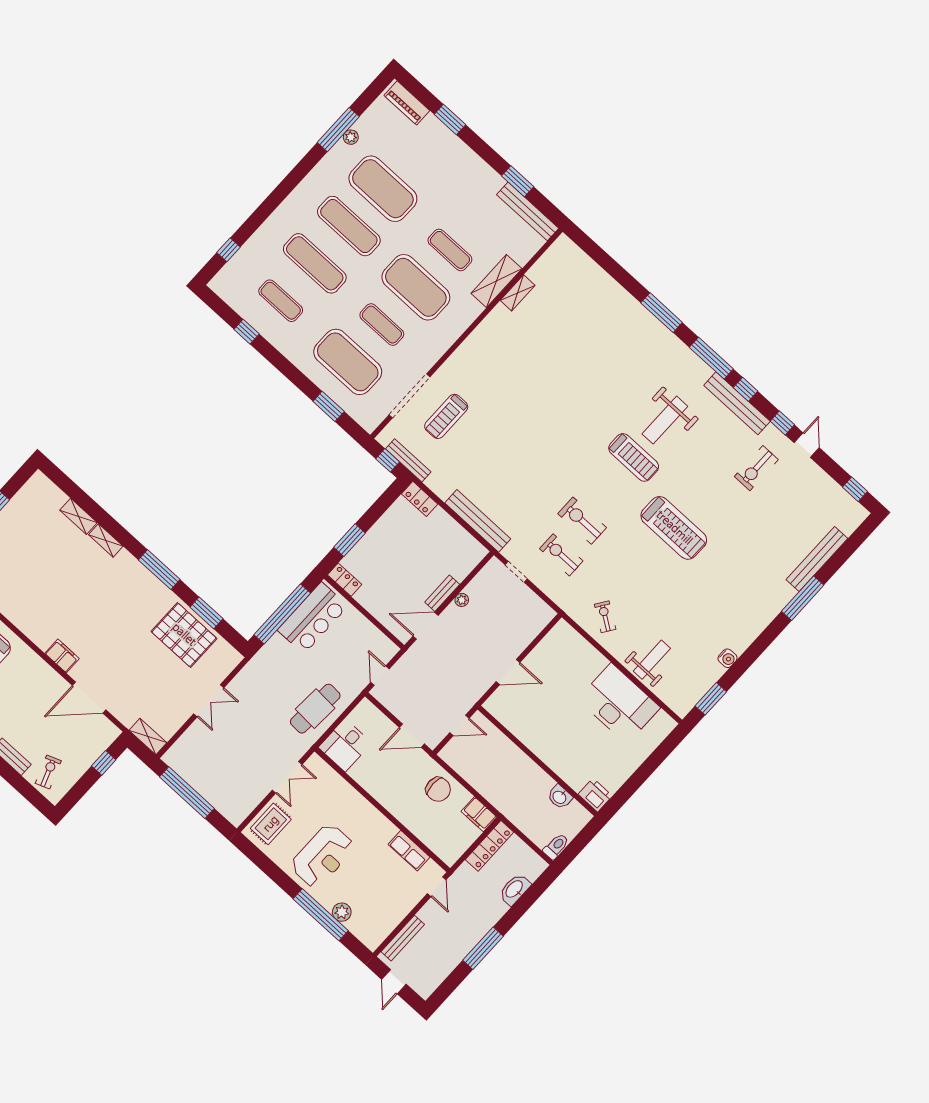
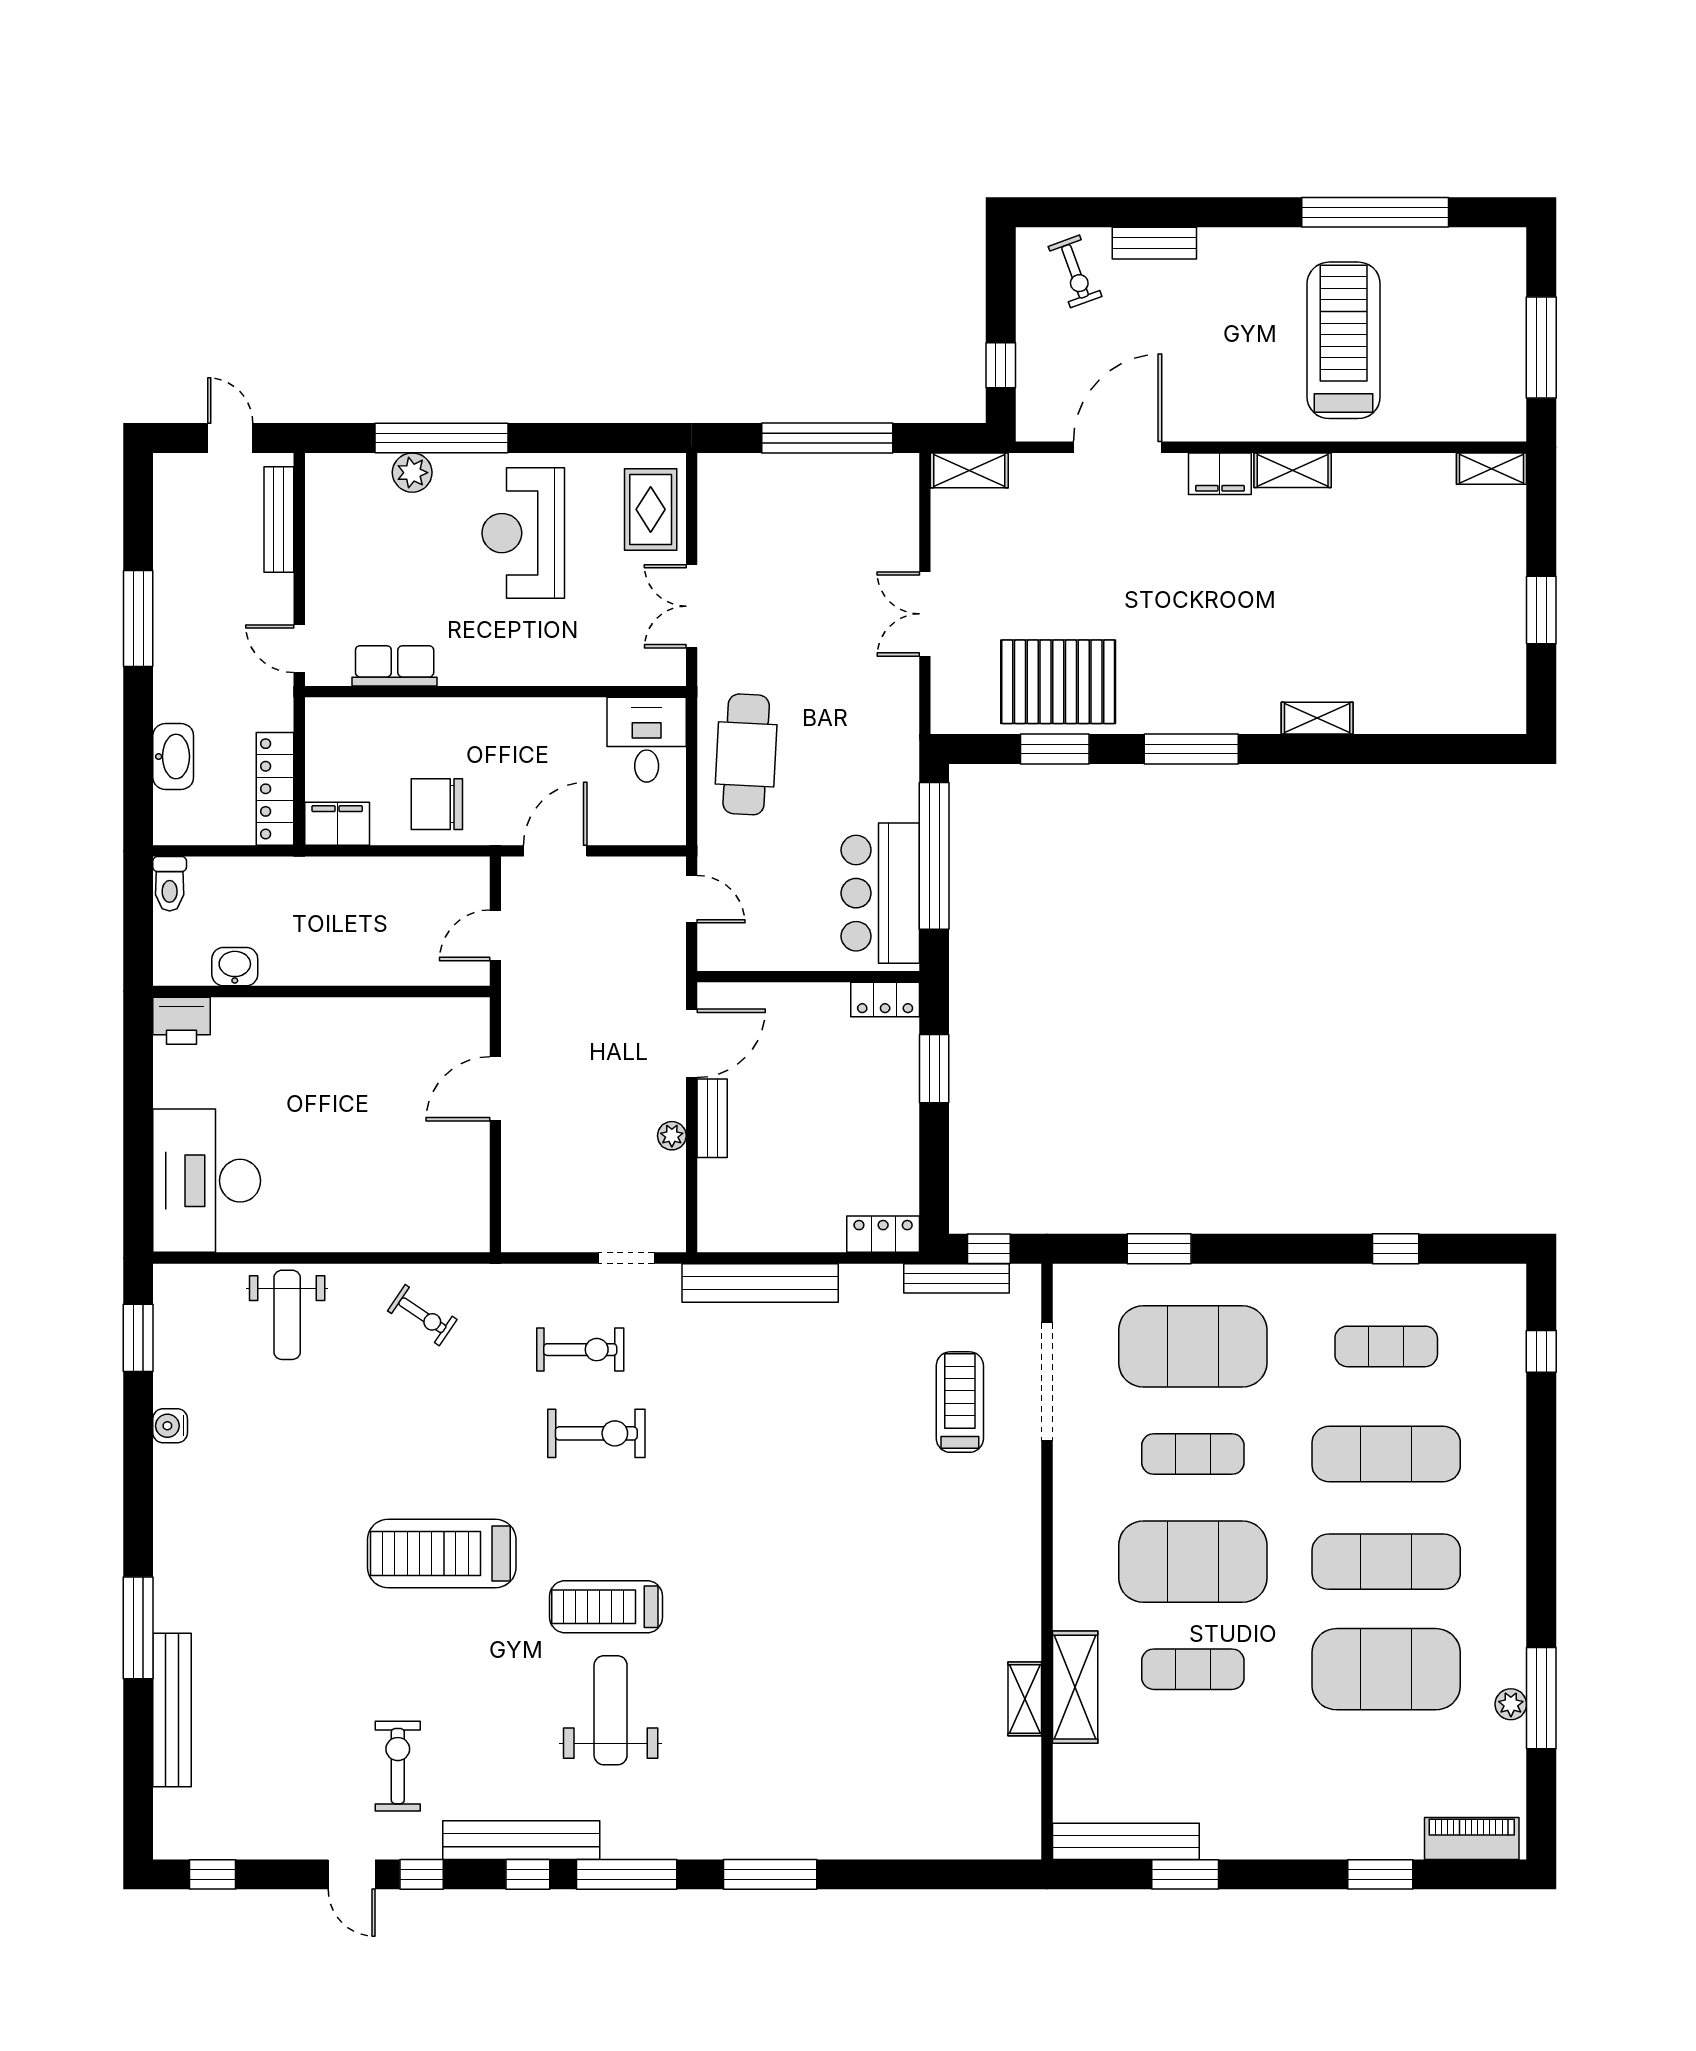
shelving: (79, 516) -> (1293, 470), moved
desk: (619, 703) -> (207, 1181), moved, turned 90

